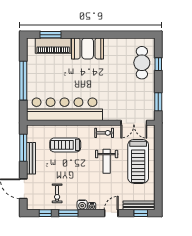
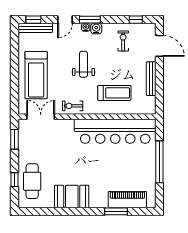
window: (50, 35) -> (116, 211), moved
booth: (88, 48) -> (72, 196), moved
window: (23, 148) -> (159, 90), removed
weight bench: (107, 161) -> (84, 64), moved
treadmill: (138, 161) -> (36, 75), turned 180
window: (68, 213) -> (90, 20), moved

